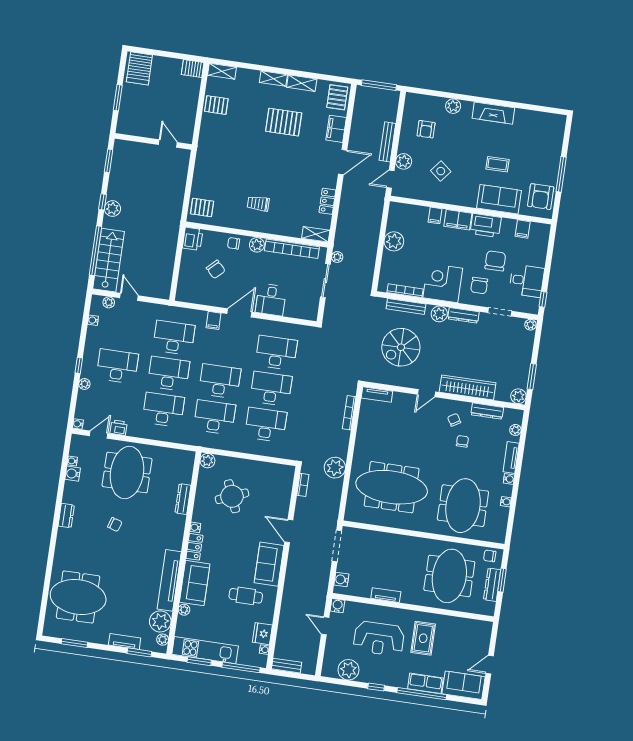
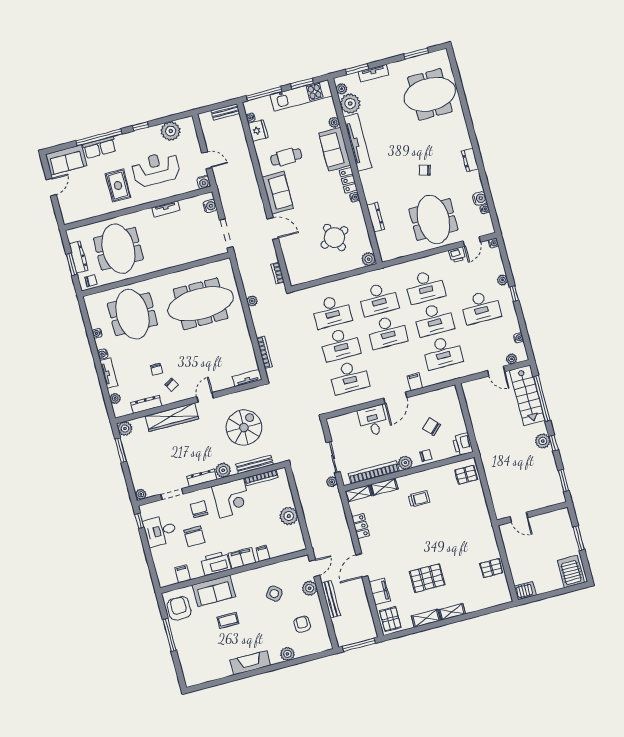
shelving: (222, 71) -> (384, 487), moved
plant: (335, 468) -> (252, 301), width x0.53, depth x0.53

